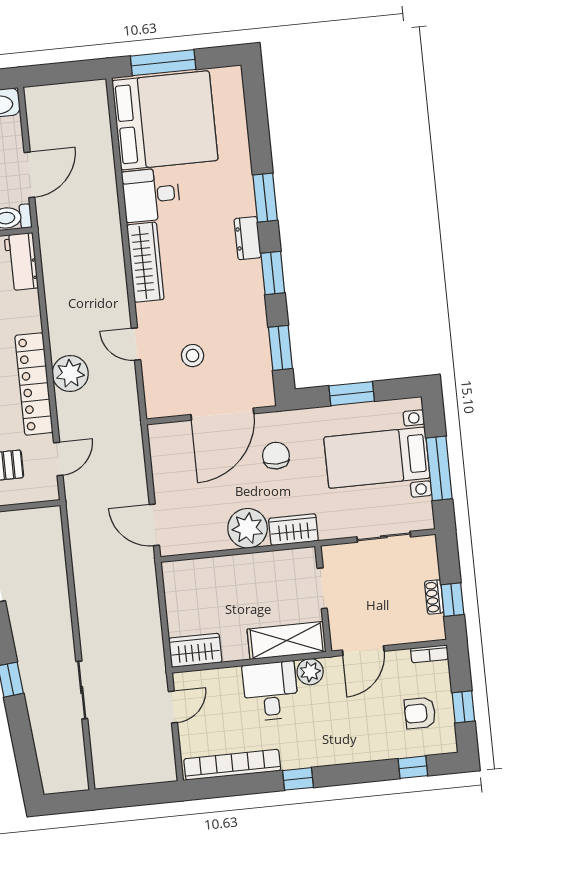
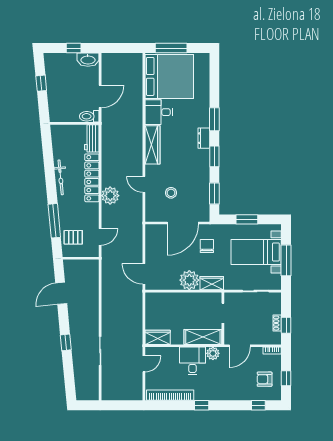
locker: (34, 384) -> (92, 178), moved

